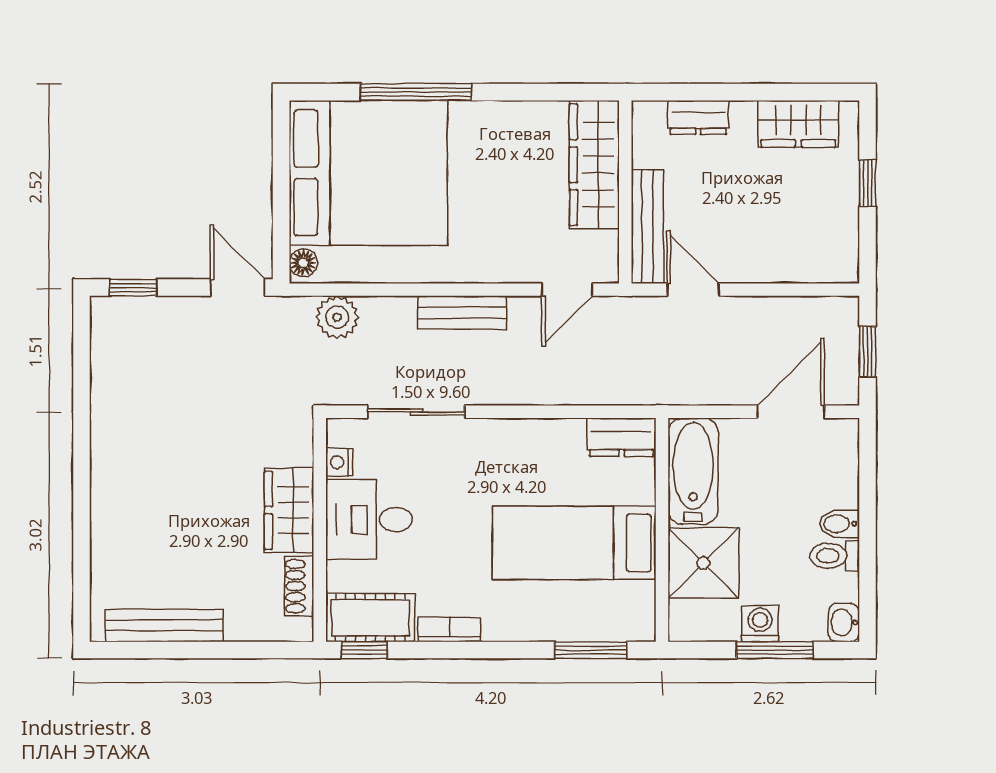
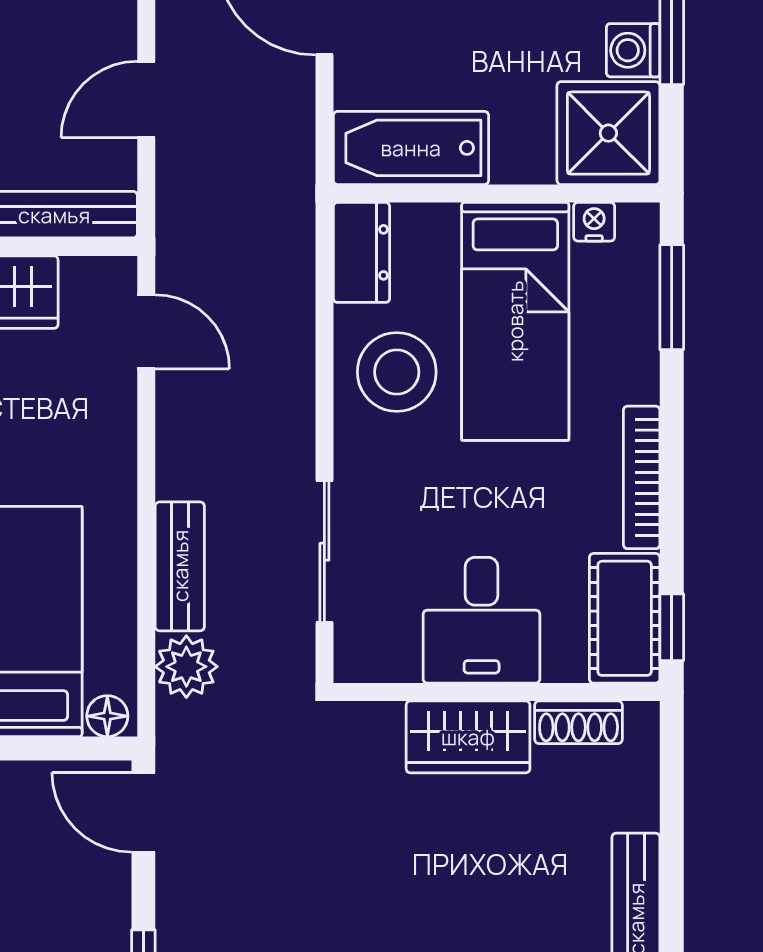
door: (237, 288) -> (143, 812), hinge flipped
door: (693, 290) -> (146, 99), moved
bench: (462, 313) -> (180, 566), moved
stool: (539, 461) -> (397, 372), added
nightstand: (339, 462) -> (594, 222), moved, turned 180
shower: (703, 563) -> (608, 133), moved
bookcase: (449, 629) -> (642, 477), width x1.56

